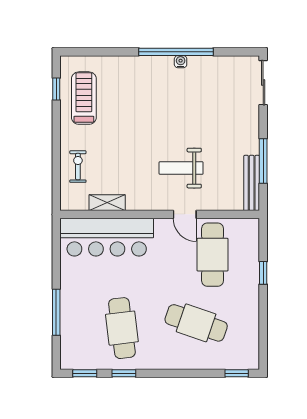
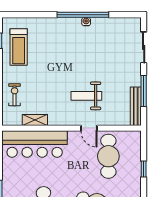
sliding door: (263, 83) -> (144, 47), moved
treadmill: (84, 98) -> (19, 47), turned 180

